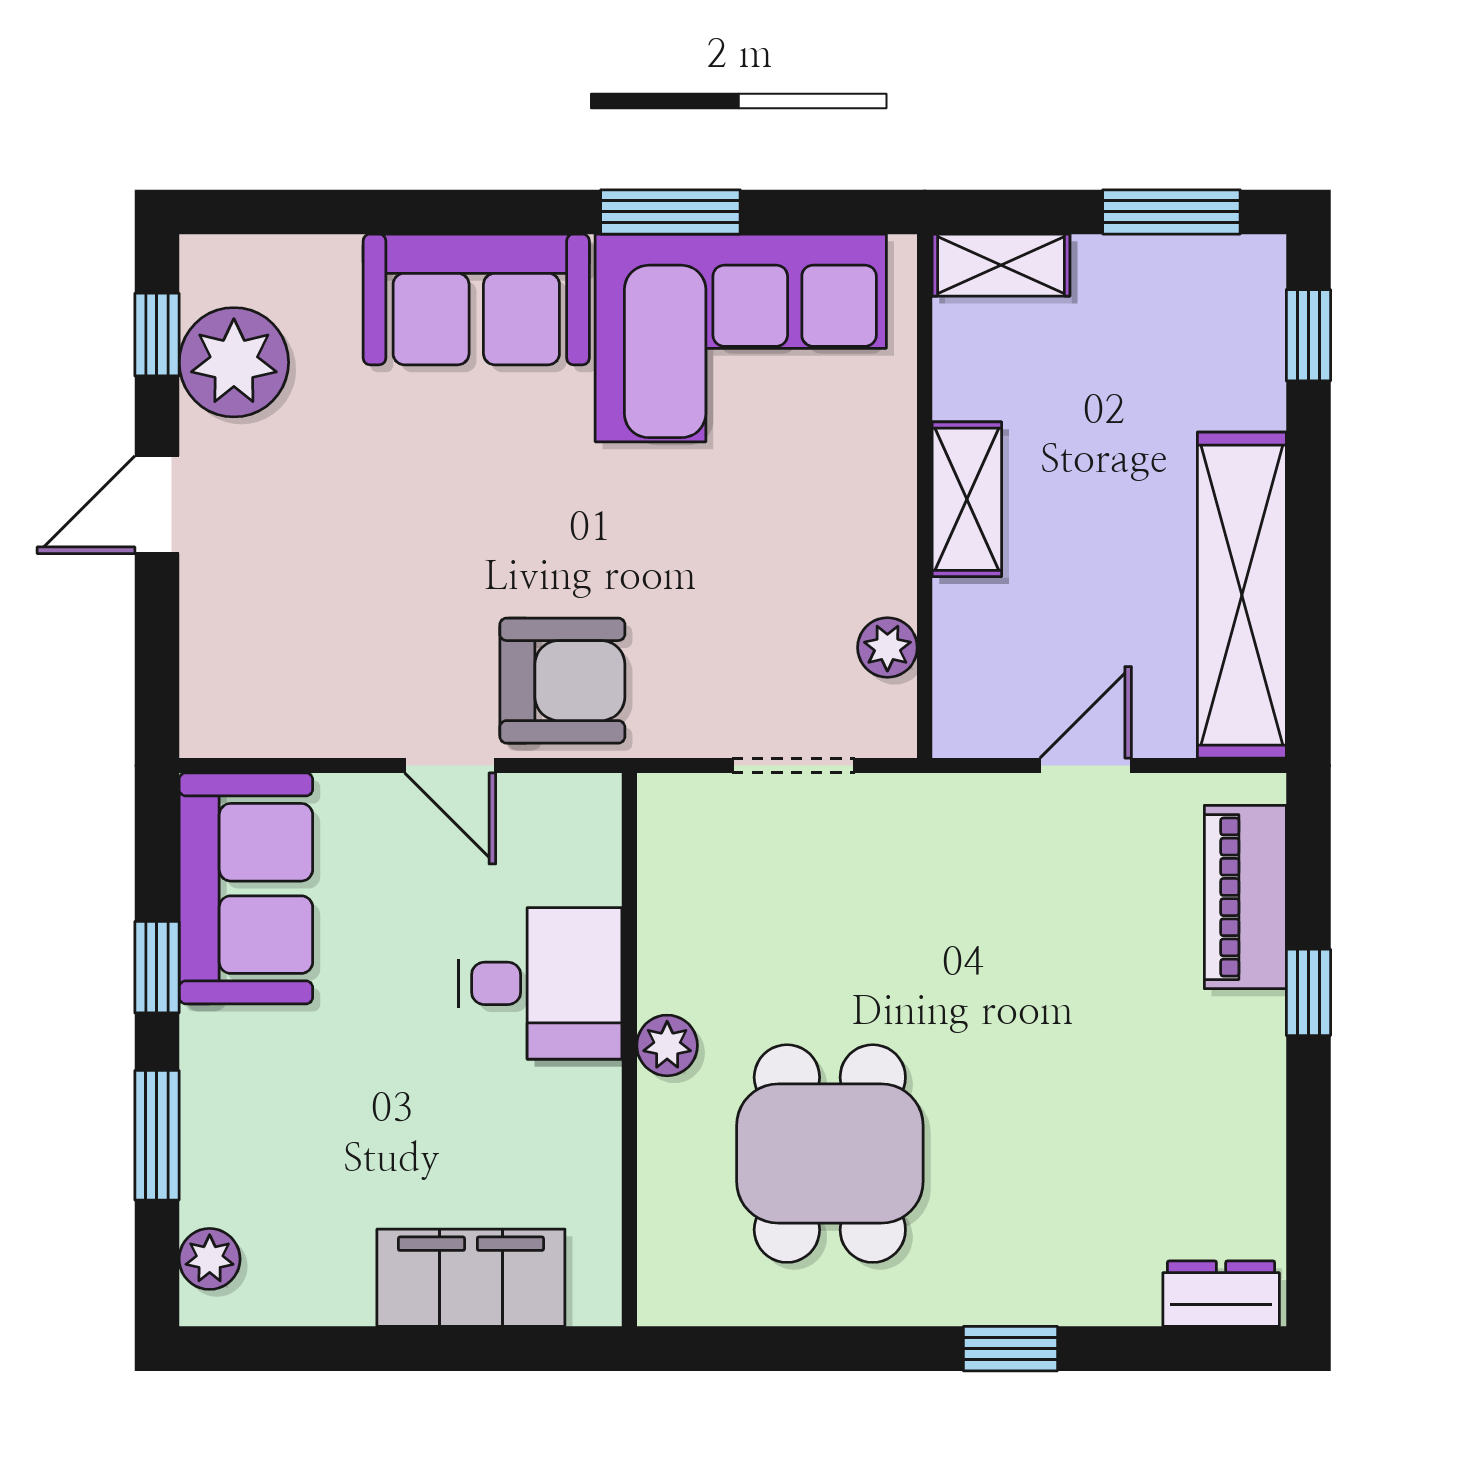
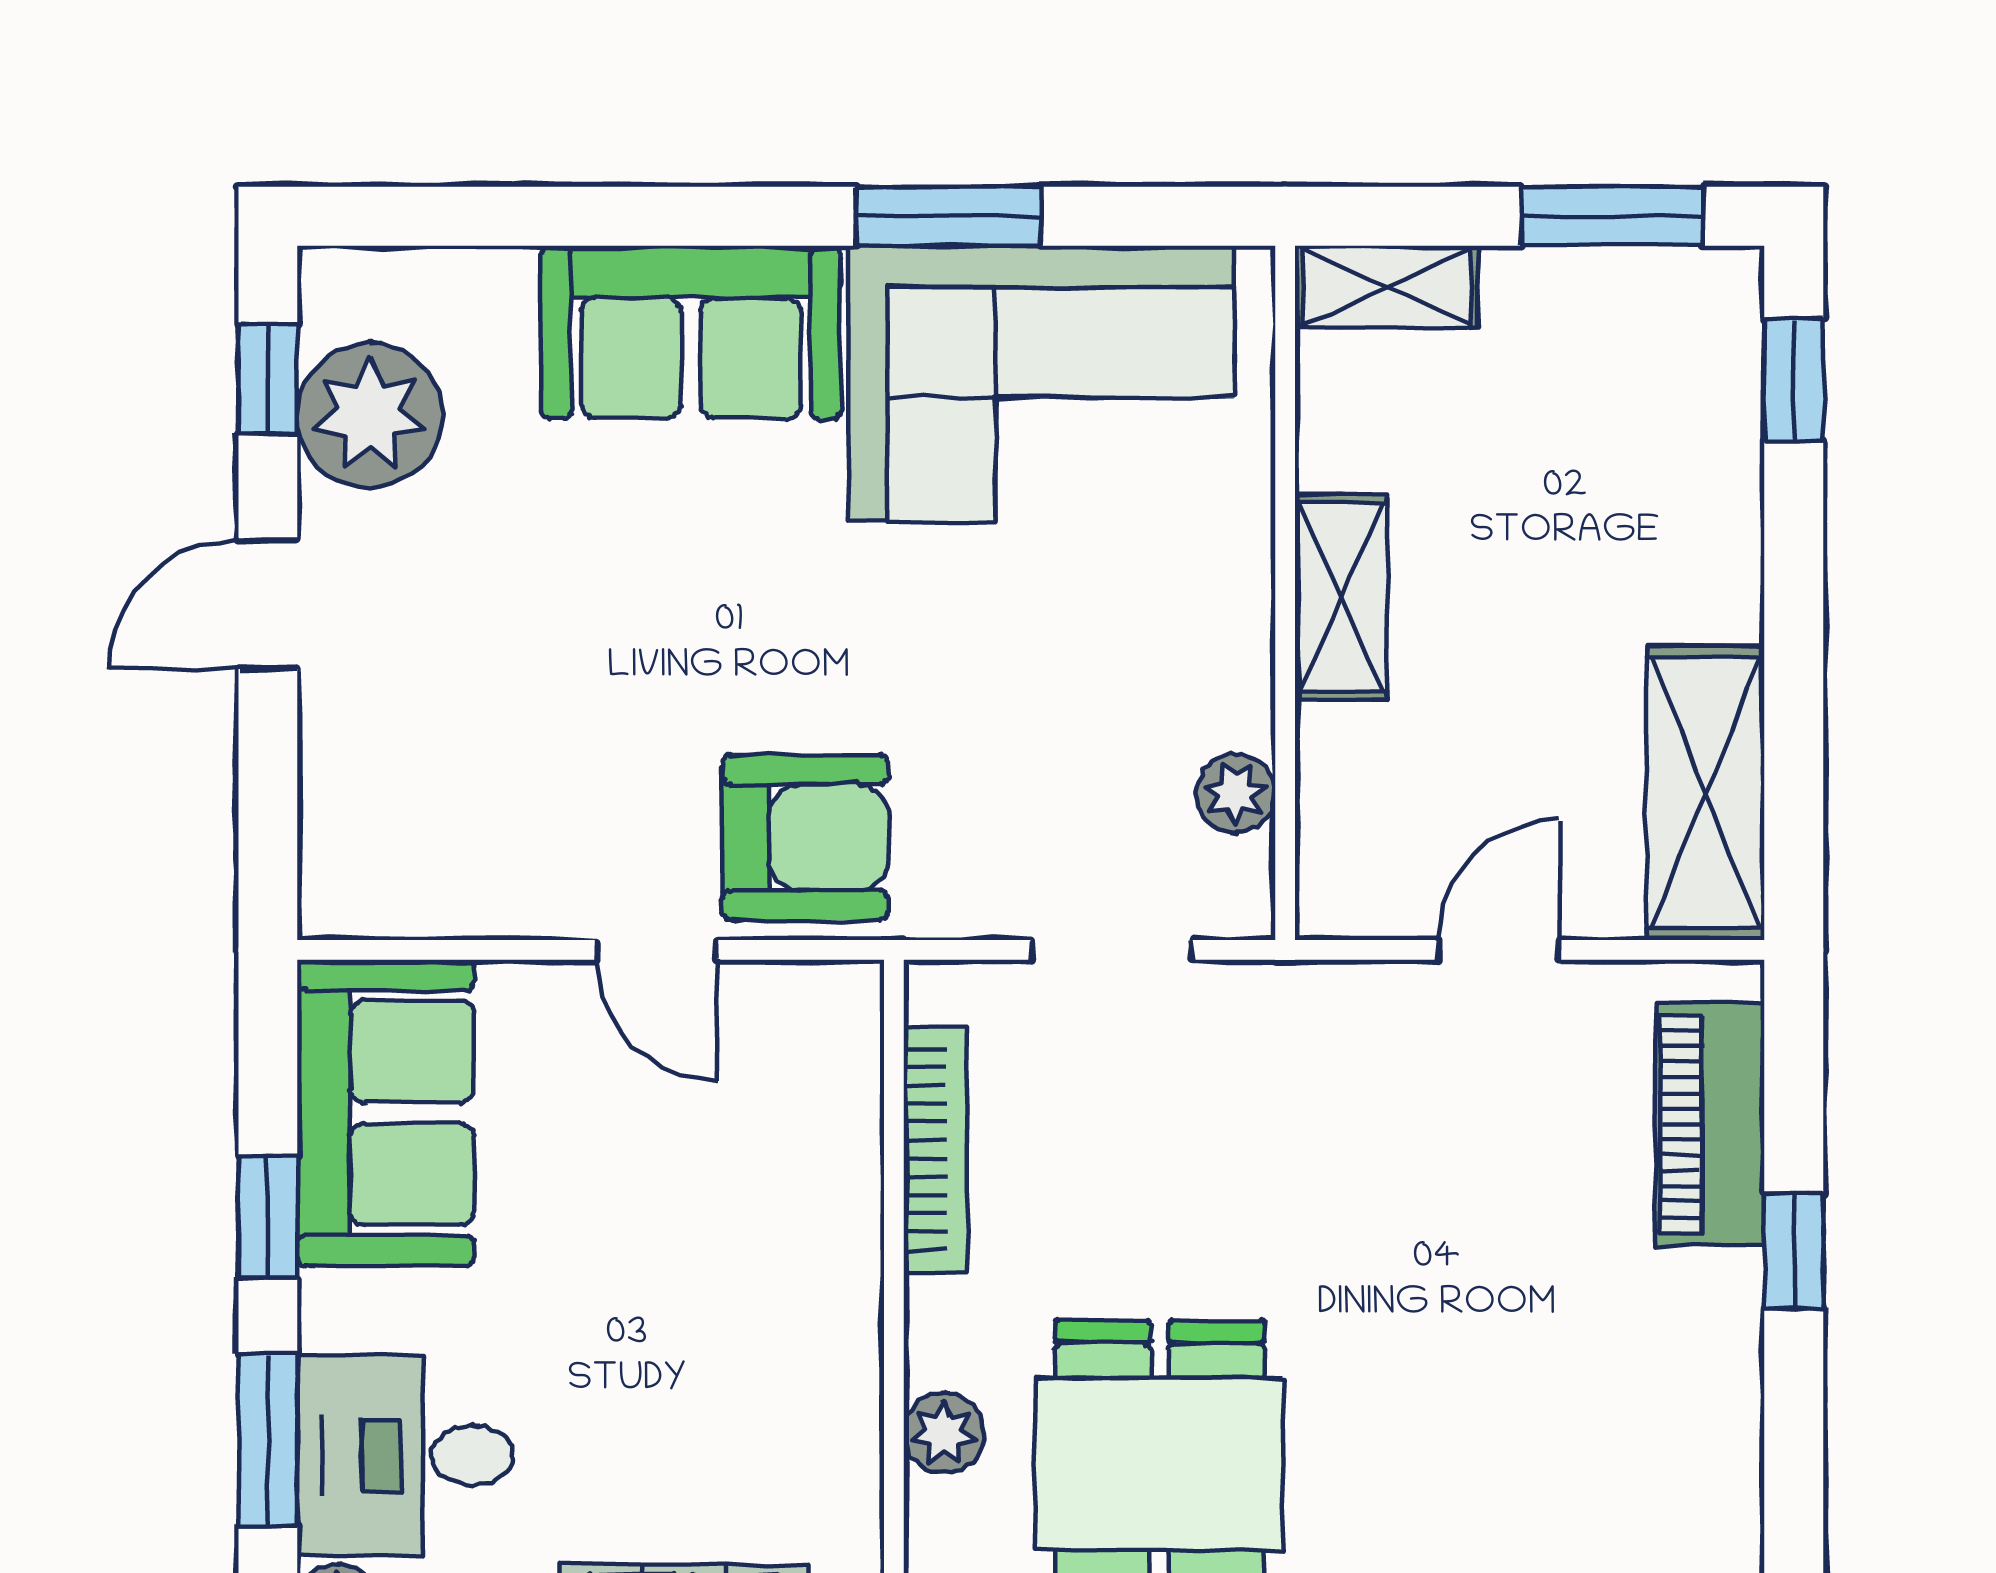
shelving: (1242, 595) -> (1706, 793), width x0.68
bookcase: (661, 916) -> (935, 1150), added
desk: (540, 983) -> (406, 1455), moved, turned 180
plant: (667, 1045) -> (944, 1433), moved

